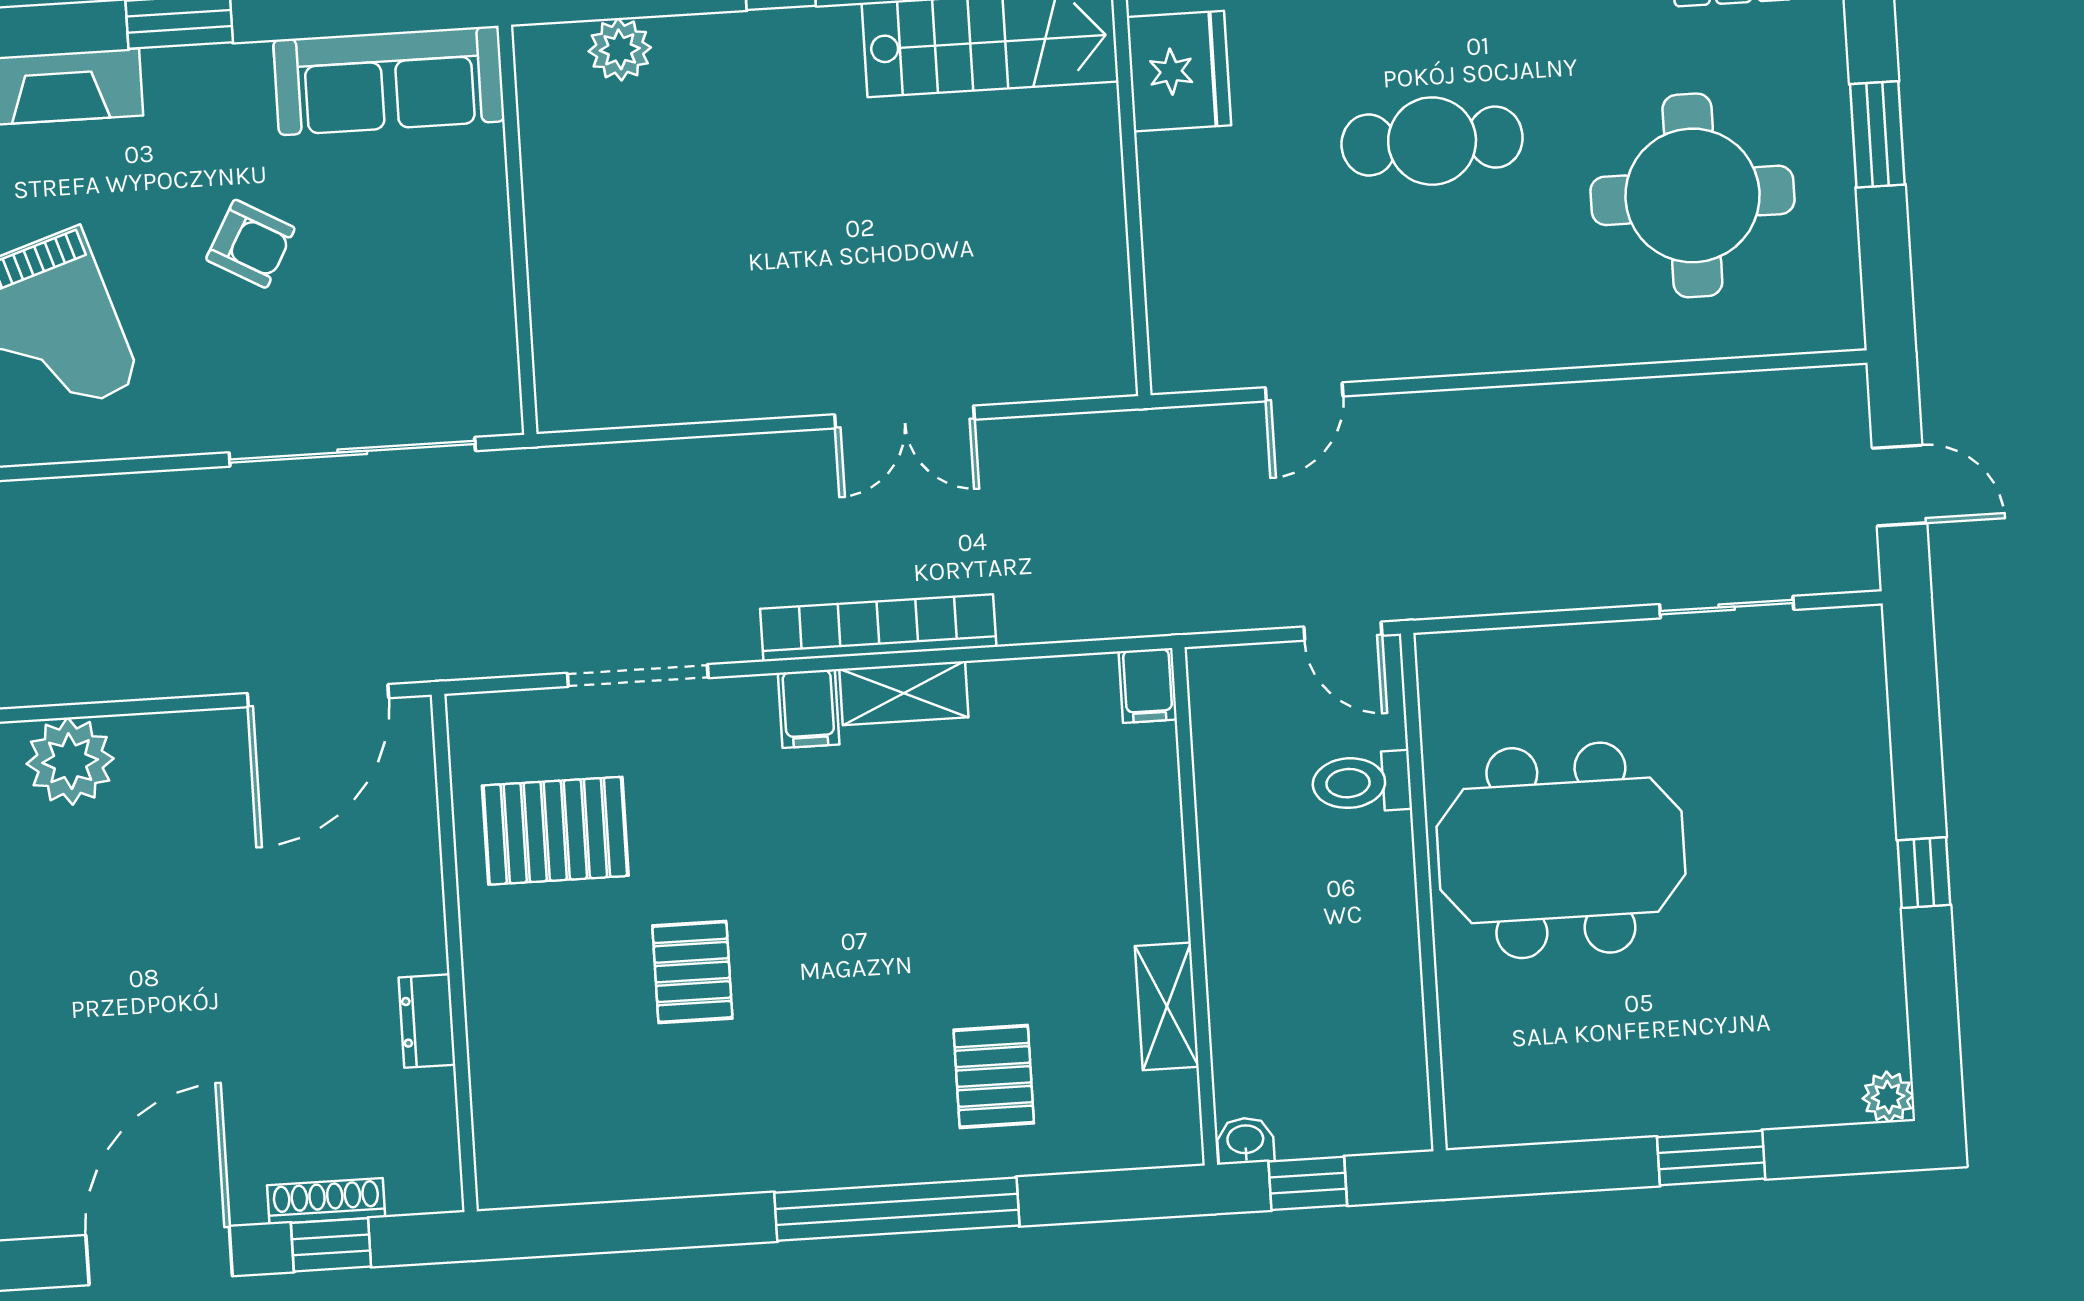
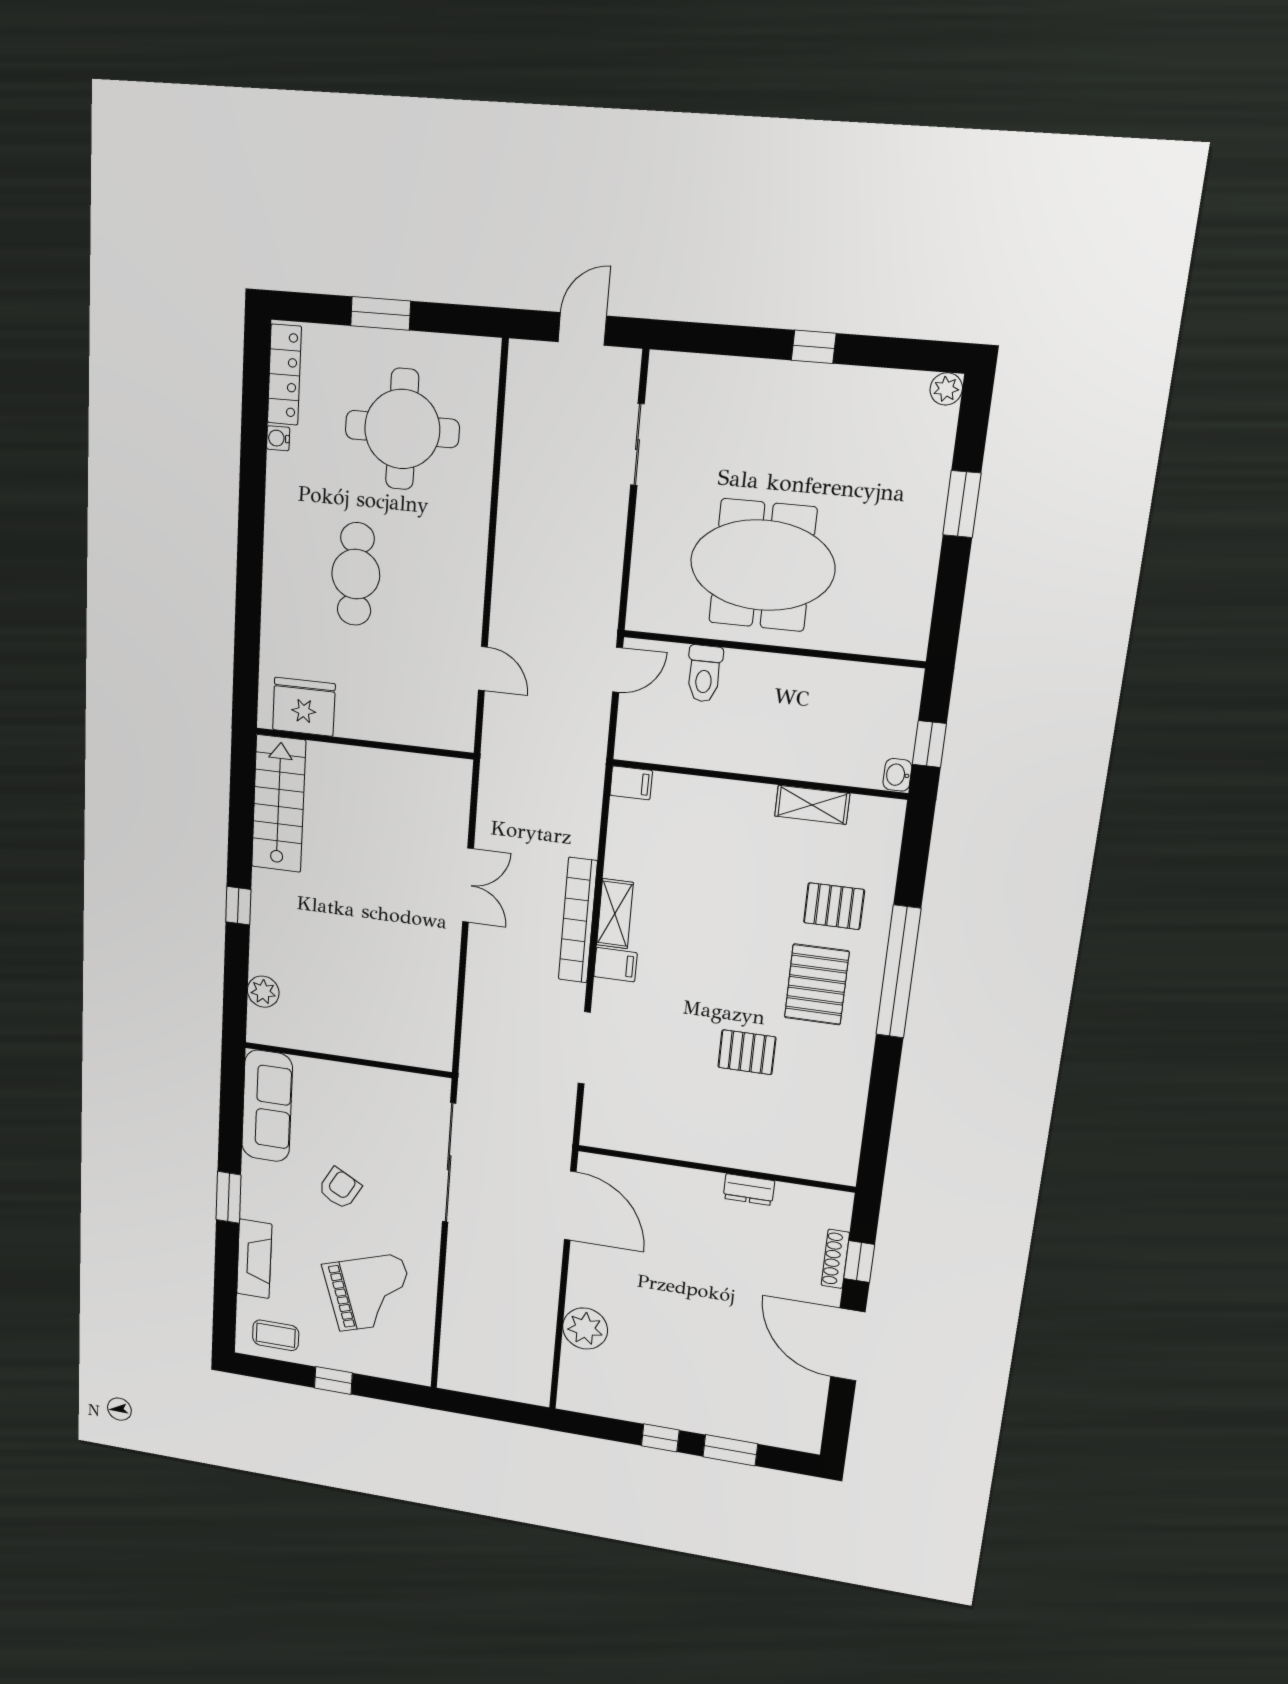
pallet: (555, 831) -> (817, 984), moved
meeting table: (1561, 850) -> (763, 565), turned 90

